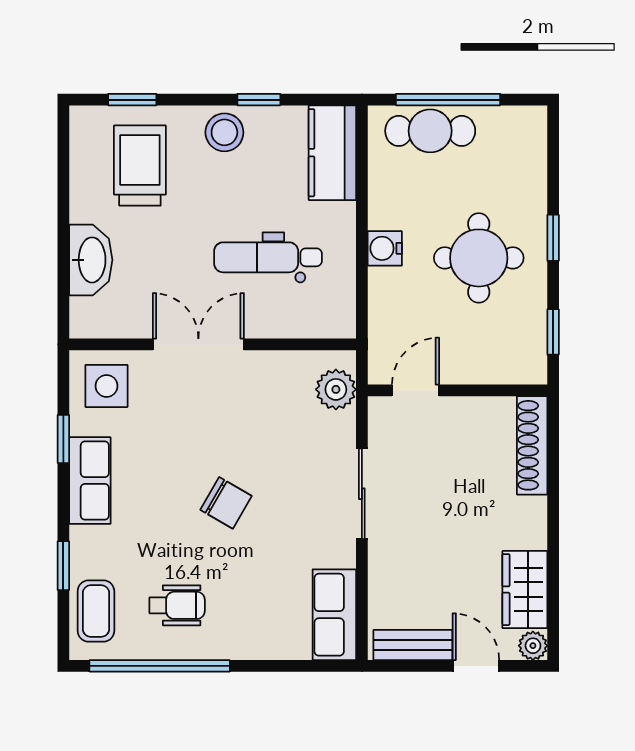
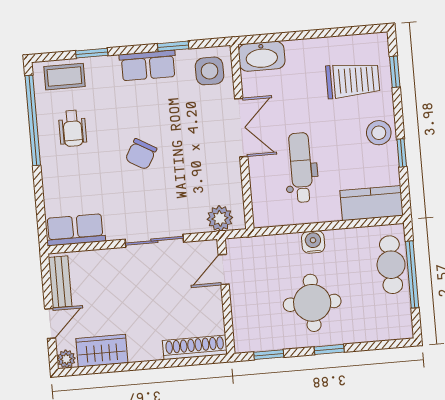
washbasin: (91, 260) -> (262, 56), moved
door: (416, 390) -> (224, 270), swing flipped

